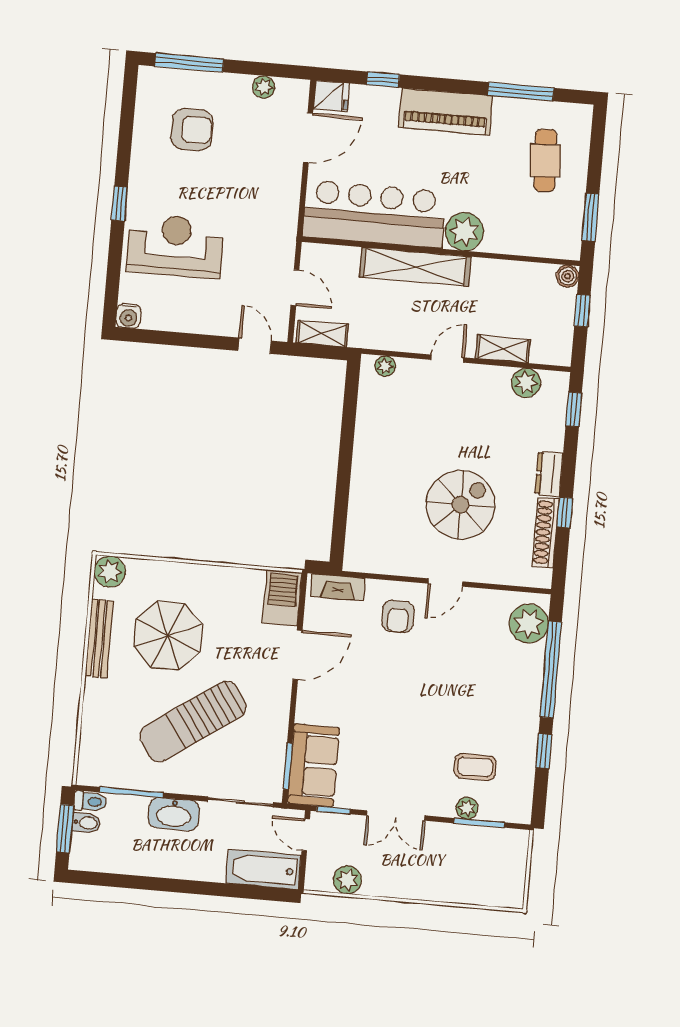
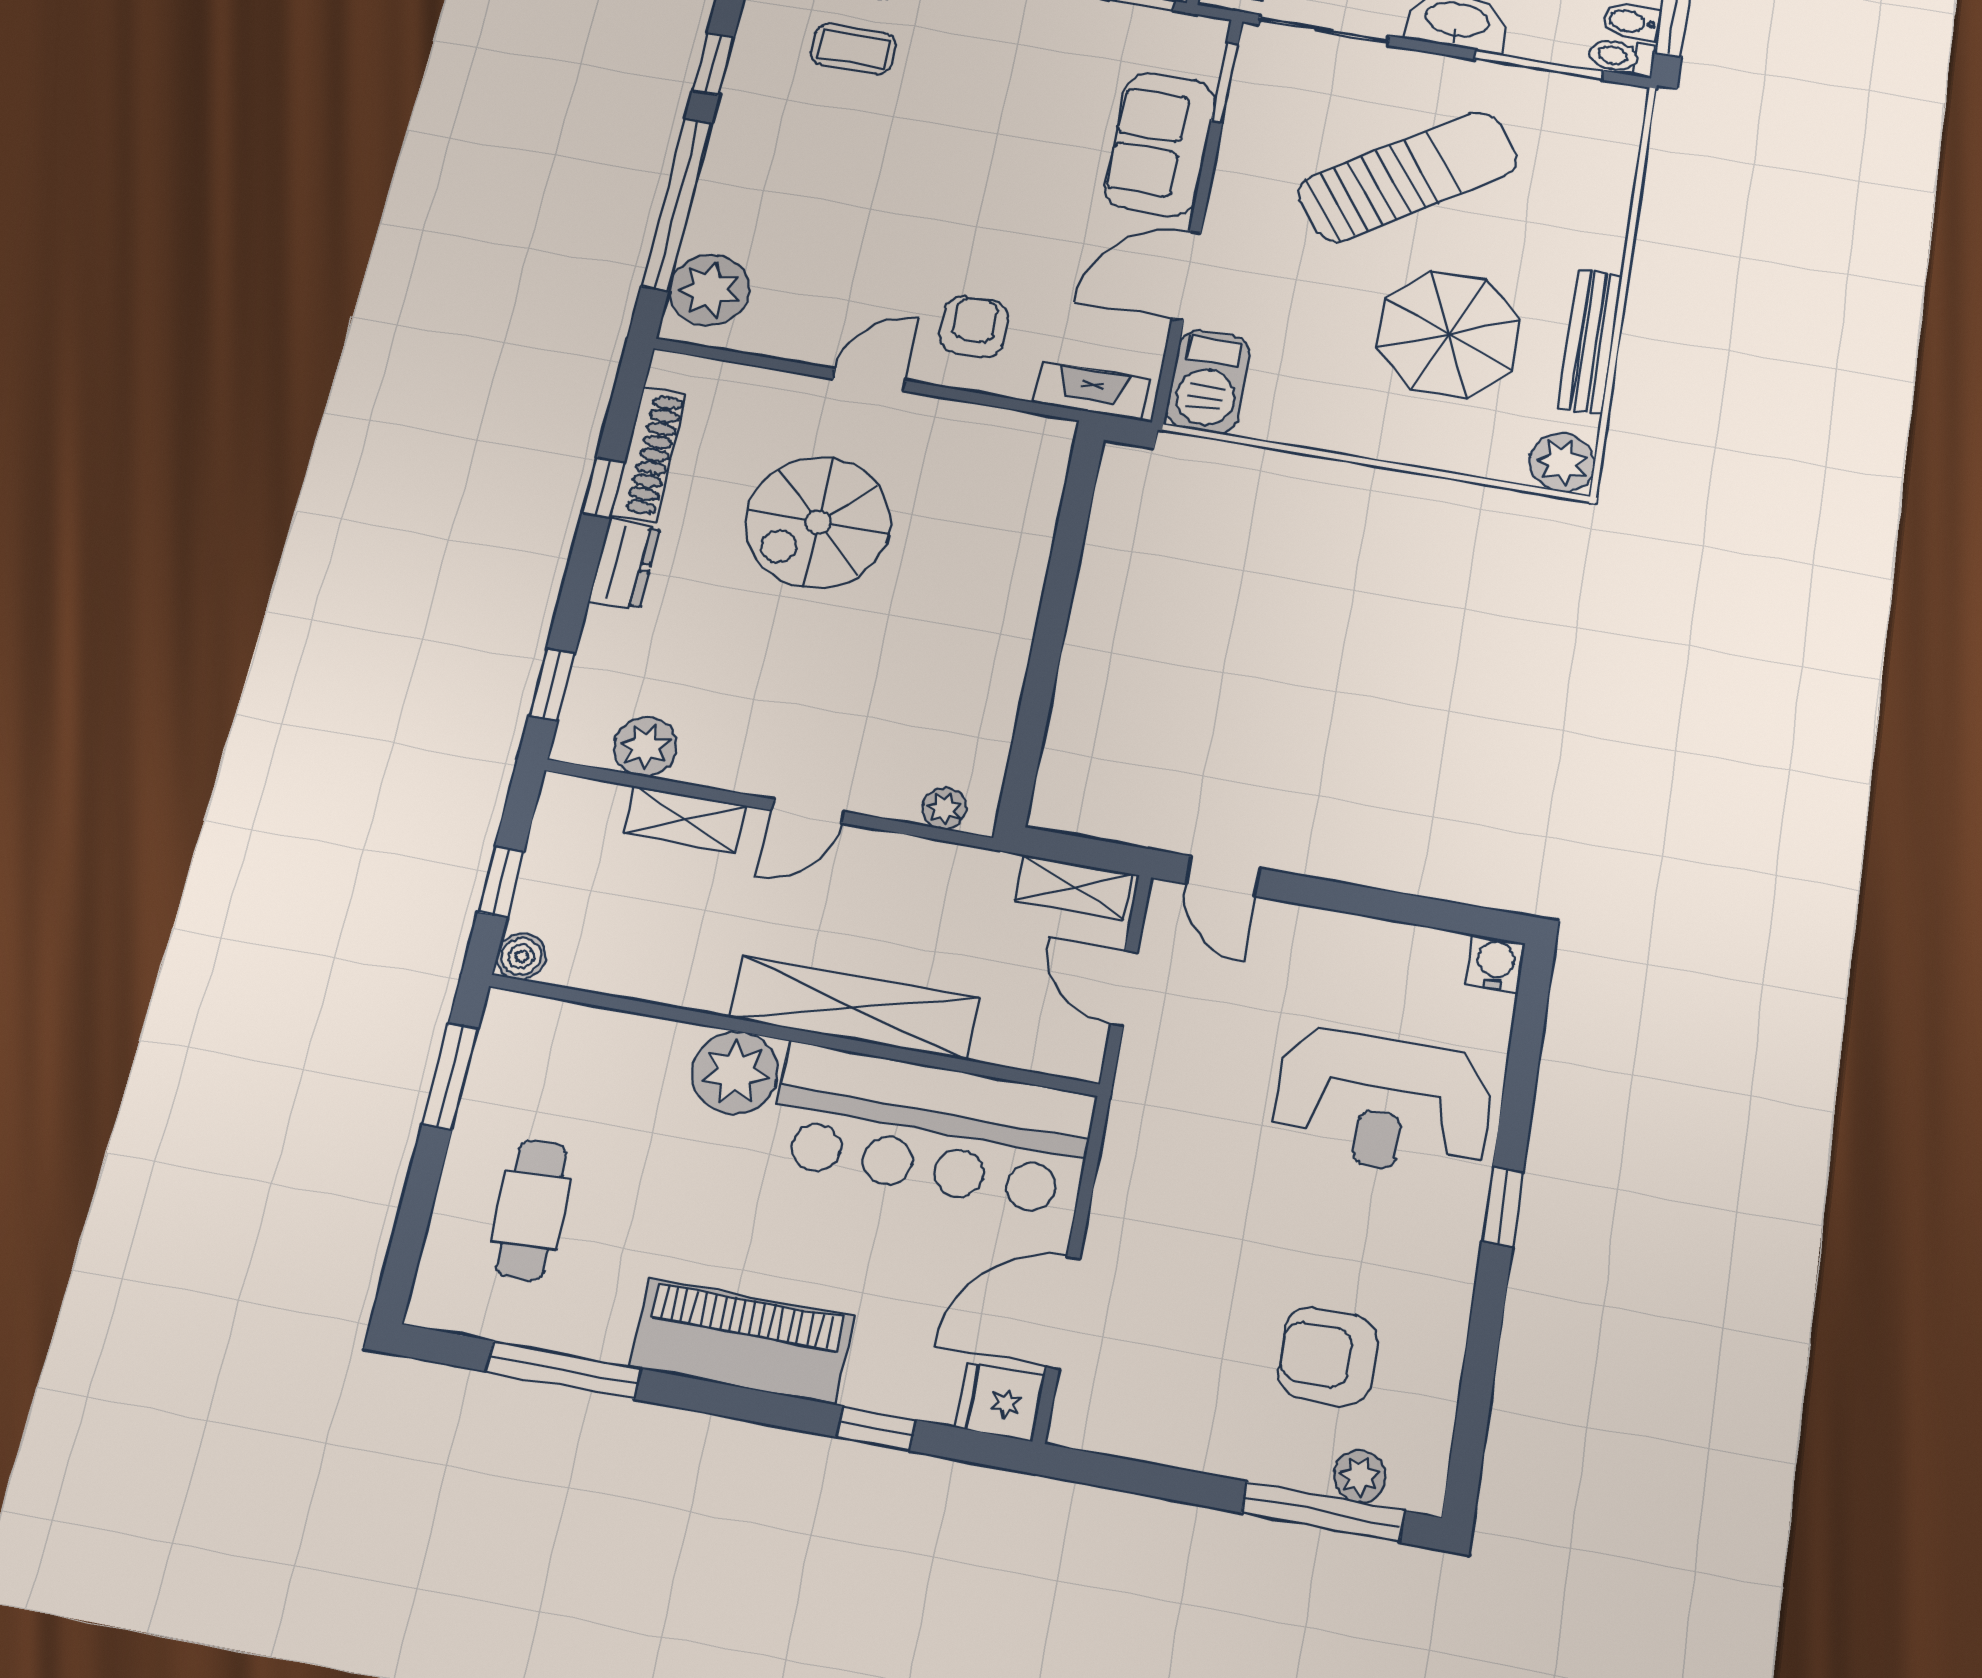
plant: (264, 87) -> (1360, 1476), moved
sofa: (314, 765) -> (1160, 144), moved

